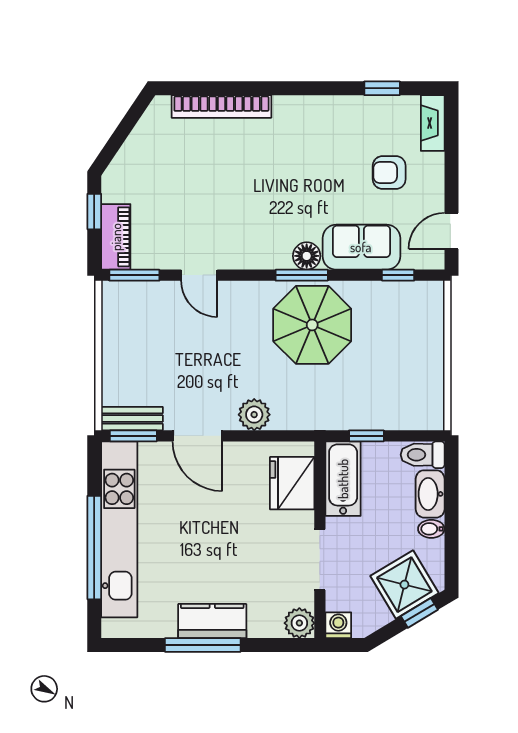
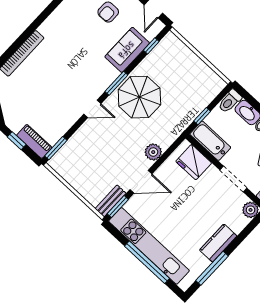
floor lamp: (307, 256) -> (111, 74), removed
door: (199, 275) -> (92, 109), moved
window: (203, 645) -> (212, 268), moved

